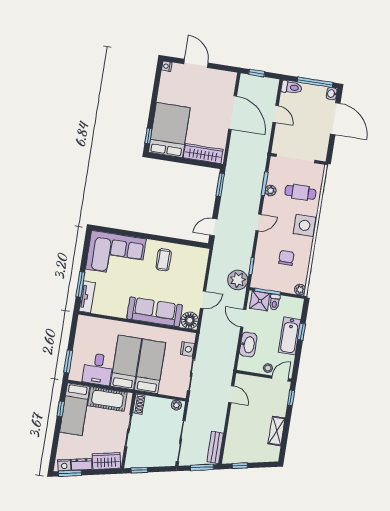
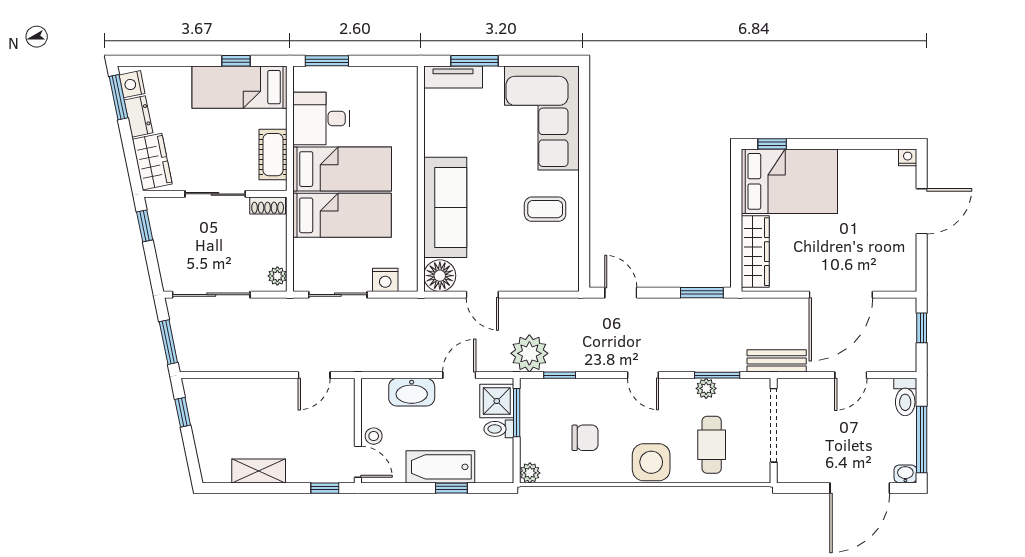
cot: (107, 399) -> (273, 155), width x0.73, depth x0.75
bench: (215, 447) -> (777, 361), moved

